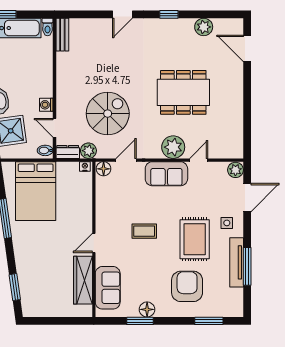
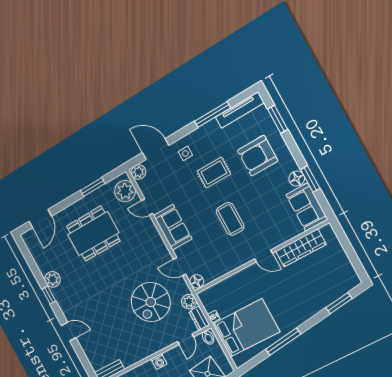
plant: (204, 27) -> (53, 279), moved
dining table: (183, 92) -> (93, 234), moved, turned 90
washing machine: (46, 105) -> (159, 362), moved
spiral stairs: (108, 114) -> (151, 302), turned -90
window: (247, 118) -> (93, 187), added
plant: (173, 147) -> (125, 191), moved
nightstand: (85, 166) -> (214, 317), moved
coffee table: (144, 231) -> (230, 219), width x1.36, depth x1.30
rug: (195, 239) -> (214, 173), width x0.73, depth x0.70
tv unit: (237, 262) -> (240, 110), moved
sofa: (108, 288) -> (307, 207), moved, turned -90

